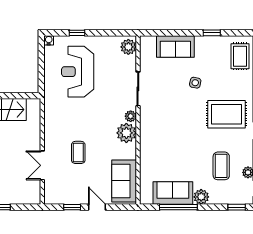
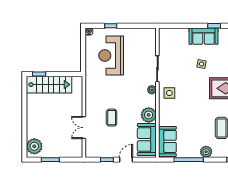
sofa: (175, 46) -> (204, 36), moved
plant: (128, 47) -> (150, 36), removed
side table: (153, 120) -> (169, 93), added
plant: (126, 133) -> (149, 115), moved
sofa: (173, 193) -> (167, 141), moved, turned 90
door: (97, 207) -> (126, 160), hinge flipped

